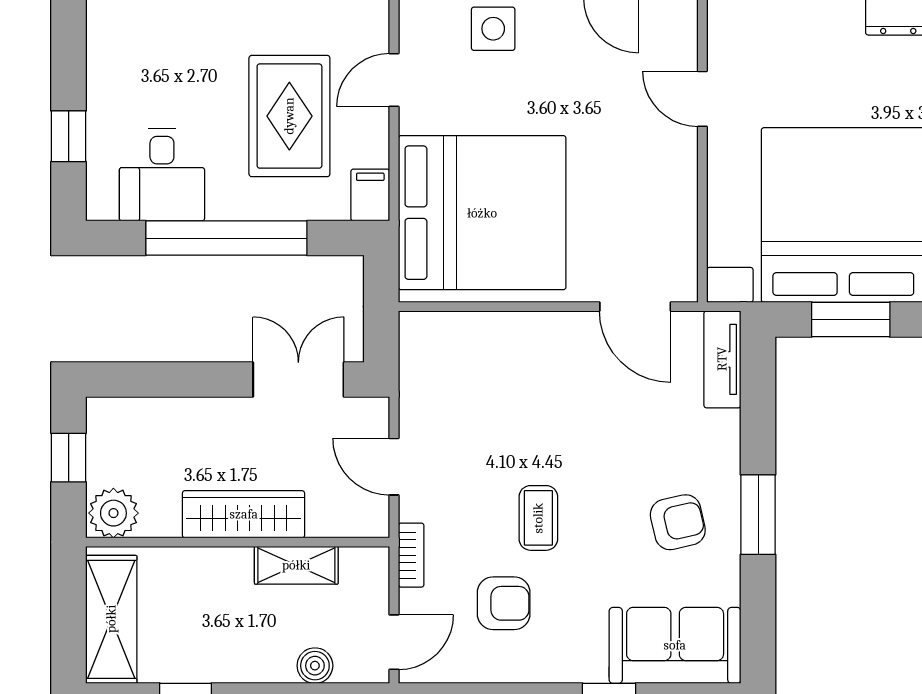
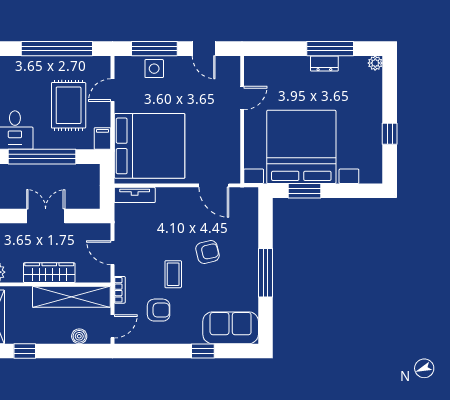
door: (702, 99) -> (242, 98), swing flipped
tv unit: (722, 359) -> (135, 195), moved, turned -90
double door: (298, 379) -> (46, 216), moved
window: (758, 515) -> (265, 273), width x1.44
armchair: (678, 522) -> (208, 252), moved
shelving: (296, 565) -> (71, 297), width x2.20, depth x1.33

